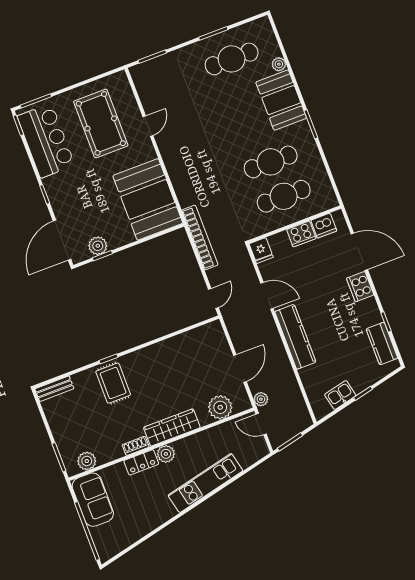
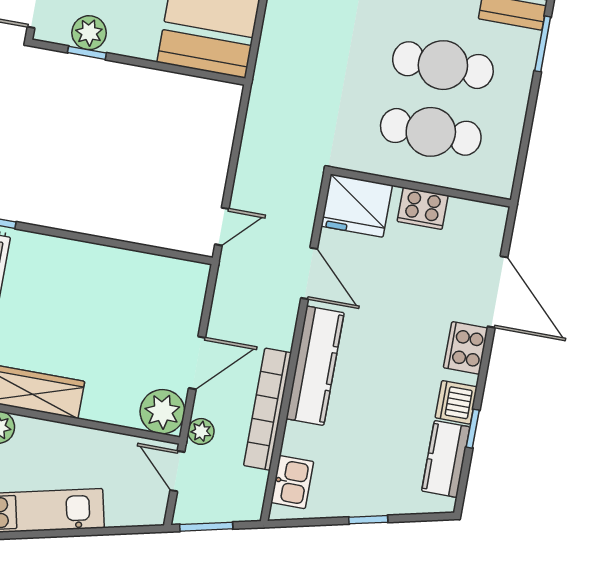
dishwasher: (324, 226) -> (456, 402), moved, turned 90
bookcase: (200, 237) -> (268, 409), moved, turned 180
fridge: (261, 251) -> (357, 206), width x1.88, depth x1.34
kitchen sink: (340, 395) -> (292, 482), moved, turned 103
plant: (220, 407) -> (162, 412), moved

